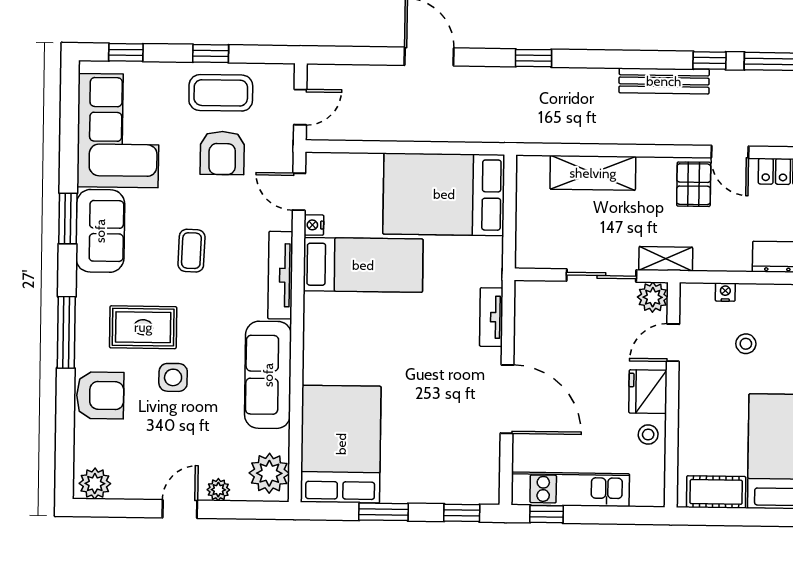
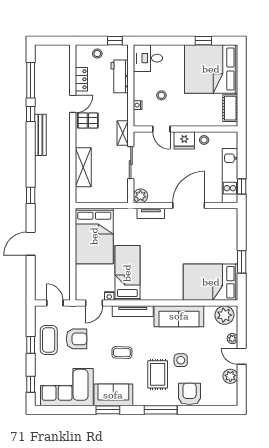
plant: (653, 297) -> (140, 196), moved
plant: (95, 484) -> (230, 376), moved
window: (462, 513) -> (242, 226), removed

